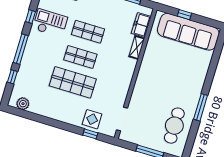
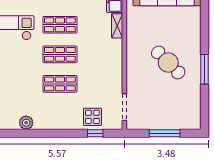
shop shelf: (73, 82) -> (60, 84), width x0.70, depth x0.74
plant: (23, 104) -> (26, 123), moved
cafe table: (174, 126) -> (168, 62), moved, turned -45

